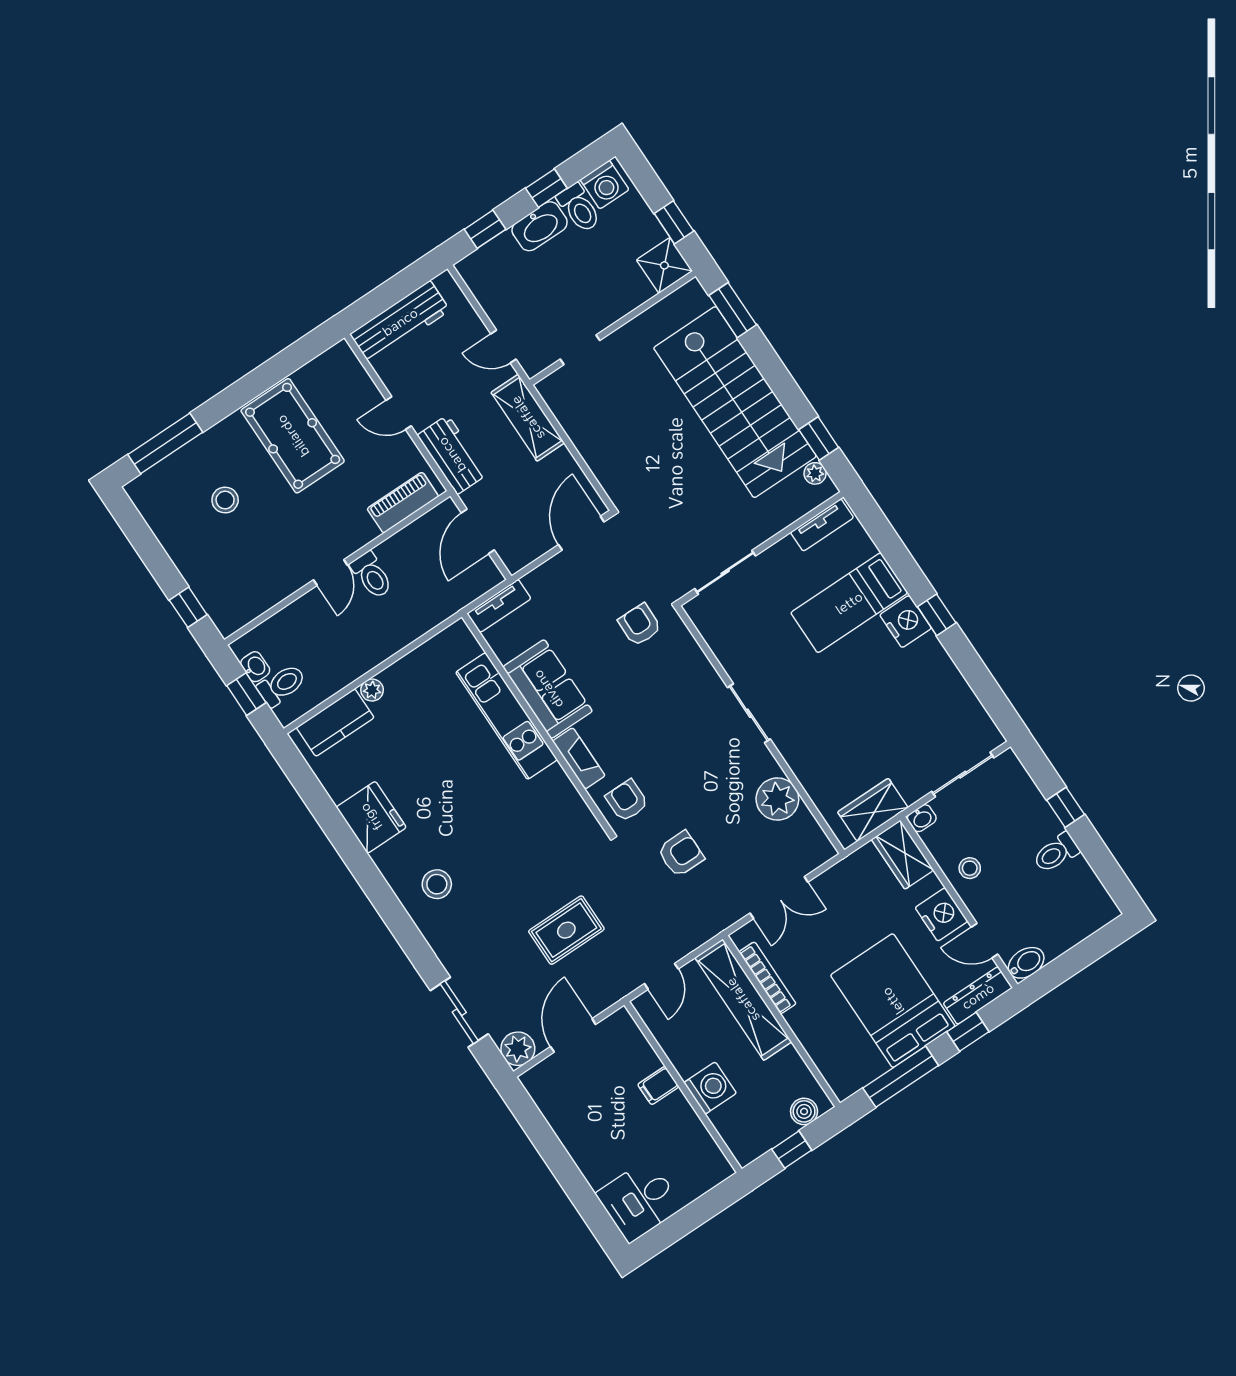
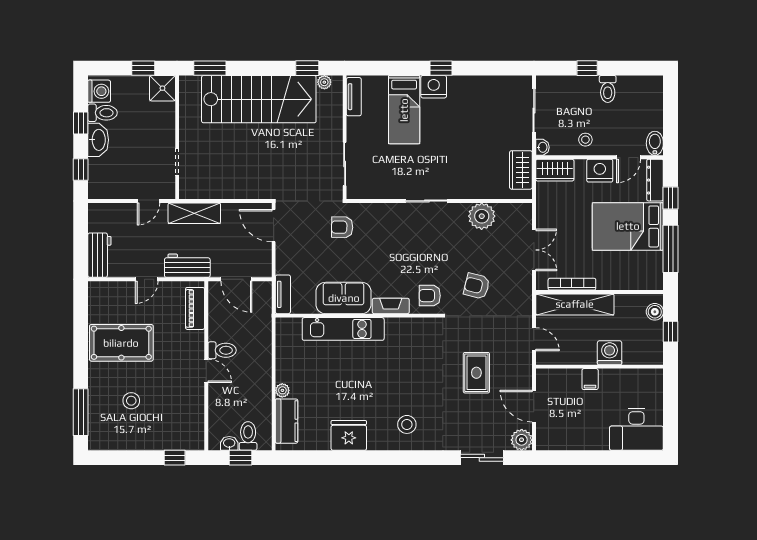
workbench: (400, 322) -> (99, 255), width x0.73
armchair: (681, 854) -> (477, 286), turned -76
desk: (639, 1200) -> (636, 429), width x1.37

